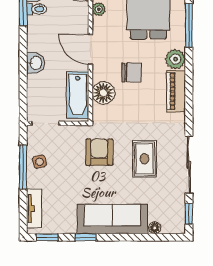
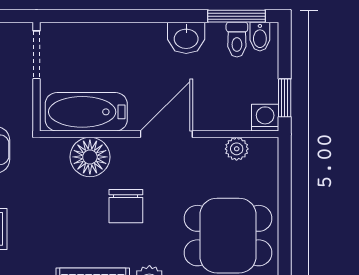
washbasin: (36, 63) -> (186, 38), moved

